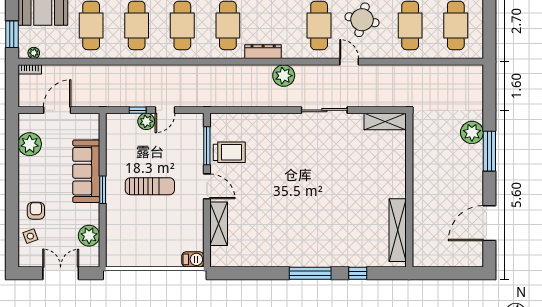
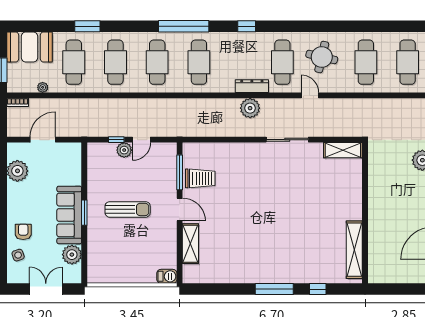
dresser: (263, 52) -> (252, 86), moved
plant: (34, 53) -> (43, 87), moved
sofa: (86, 171) -> (69, 215), moved

